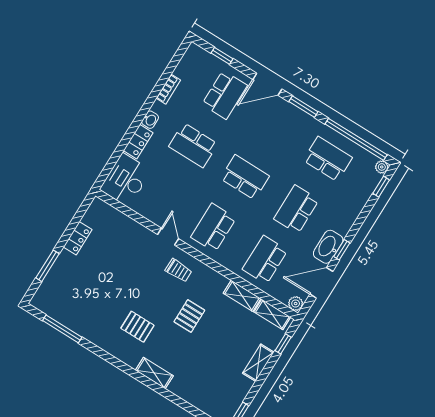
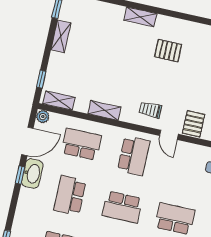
school desk: (296, 209) -> (70, 195), turned 180
school desk: (265, 260) -> (81, 144), turned -90
shelving: (242, 296) -> (104, 110), moved
pallet: (189, 316) -> (194, 124), moved
shelving: (258, 363) -> (61, 36), moved

